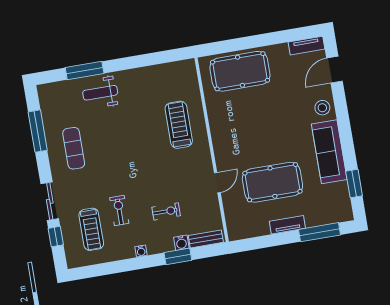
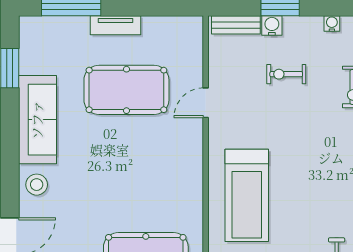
treadmill: (179, 125) -> (247, 195), width x1.37, depth x1.38

